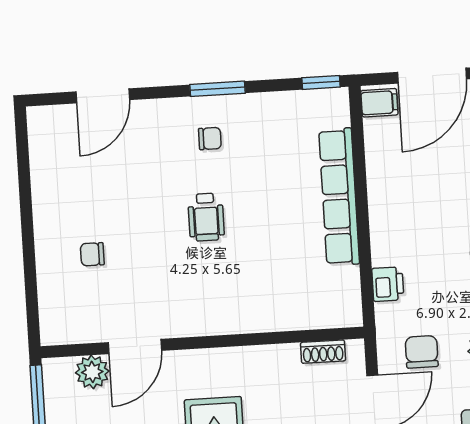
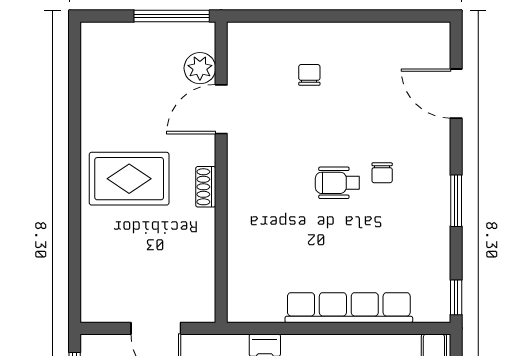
chair: (210, 139) -> (382, 173), moved
door: (135, 346) -> (221, 109), hinge flipped
shoe rack: (323, 352) -> (206, 187), moved

